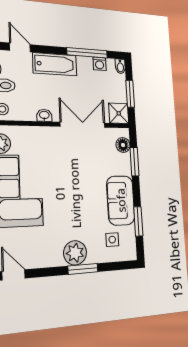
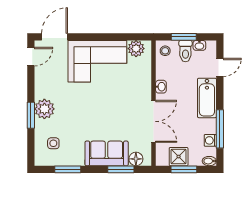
shower: (119, 113) -> (179, 157), moved
sofa: (121, 200) -> (107, 153), moved

